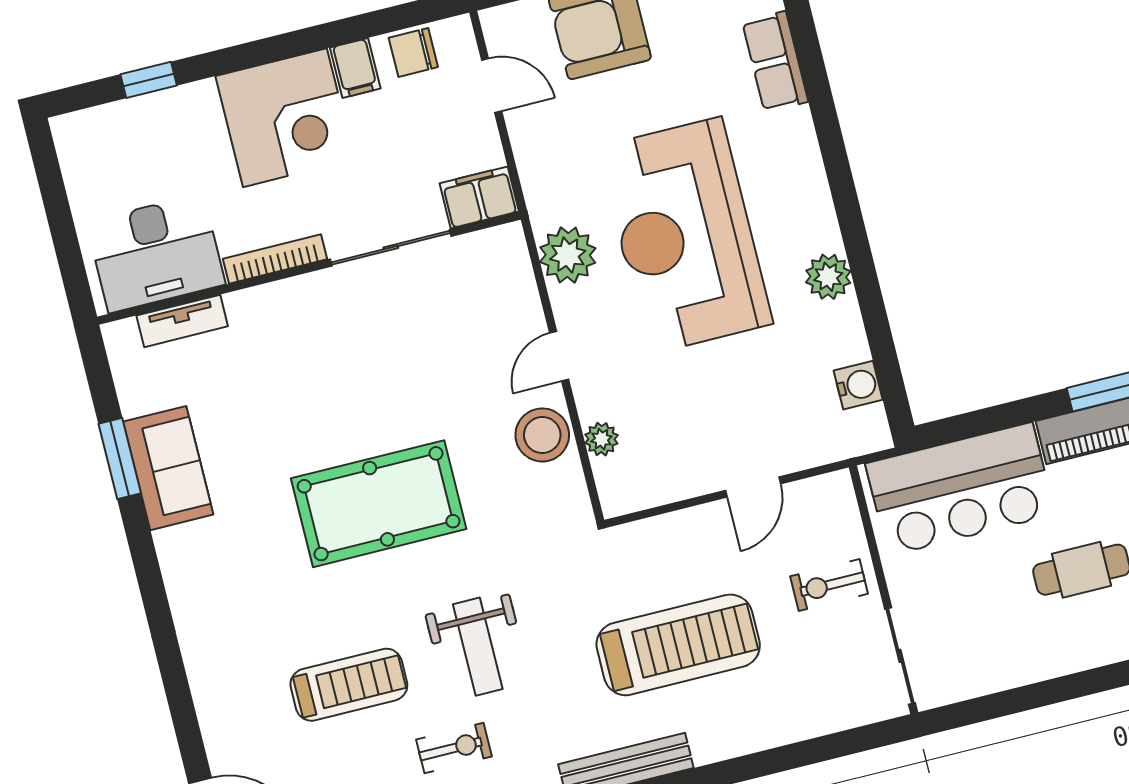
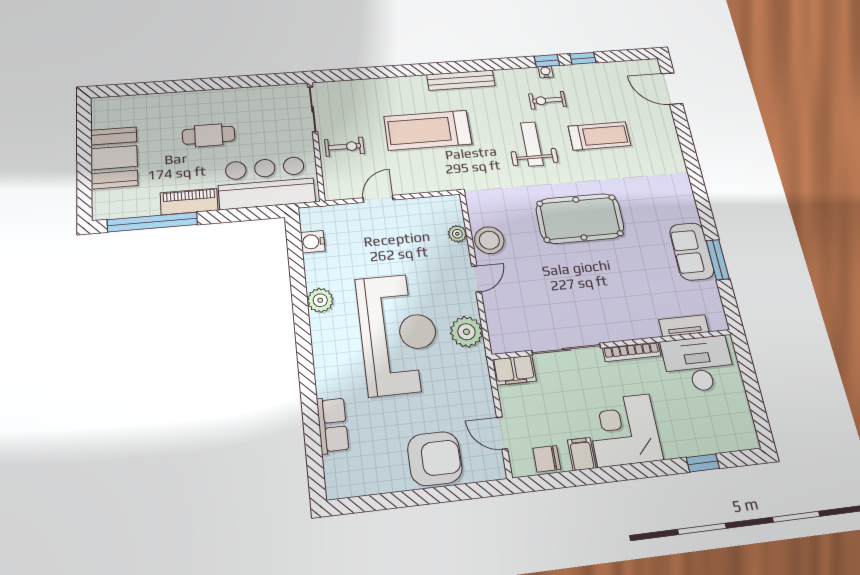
chair: (413, 52) -> (547, 459), turned 180
treadmill: (349, 685) -> (599, 136), turned 180

